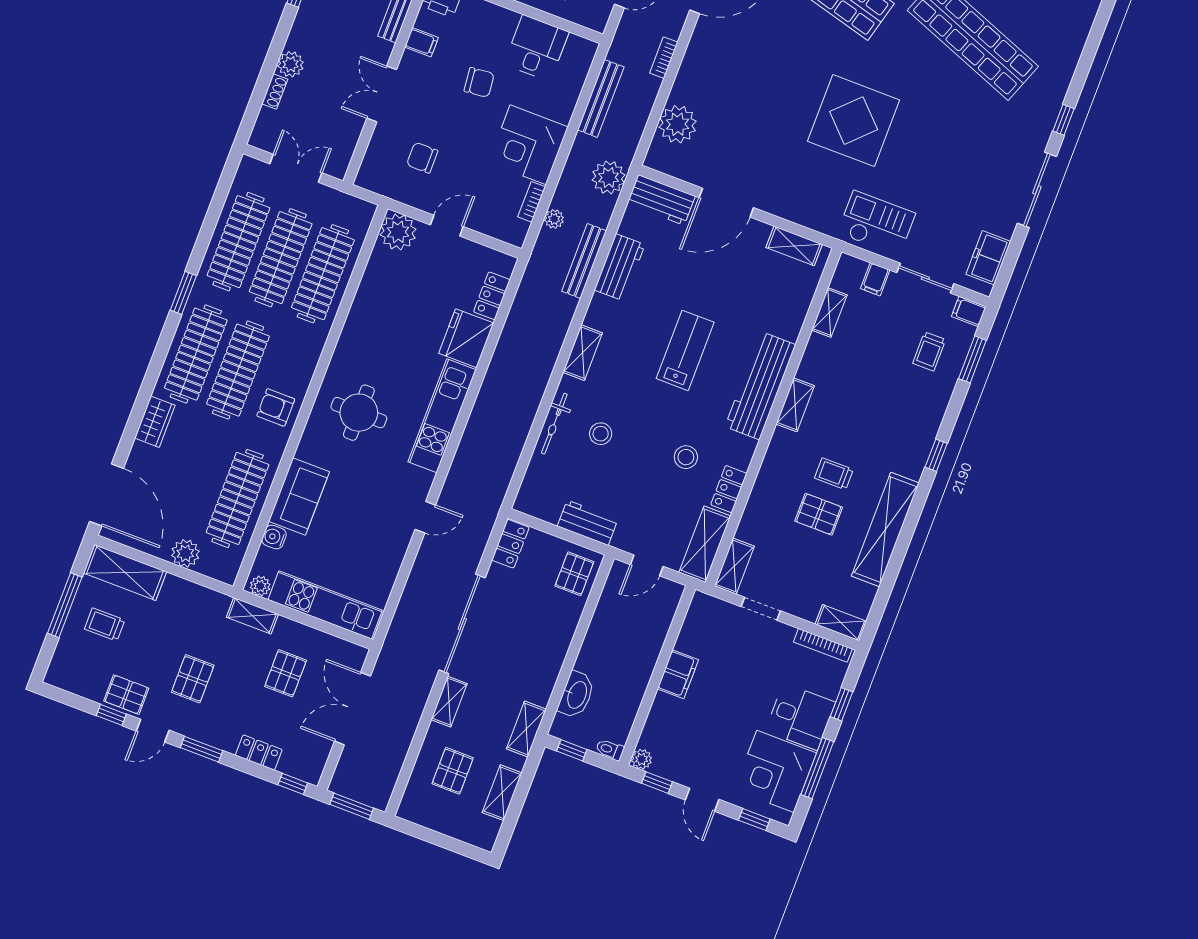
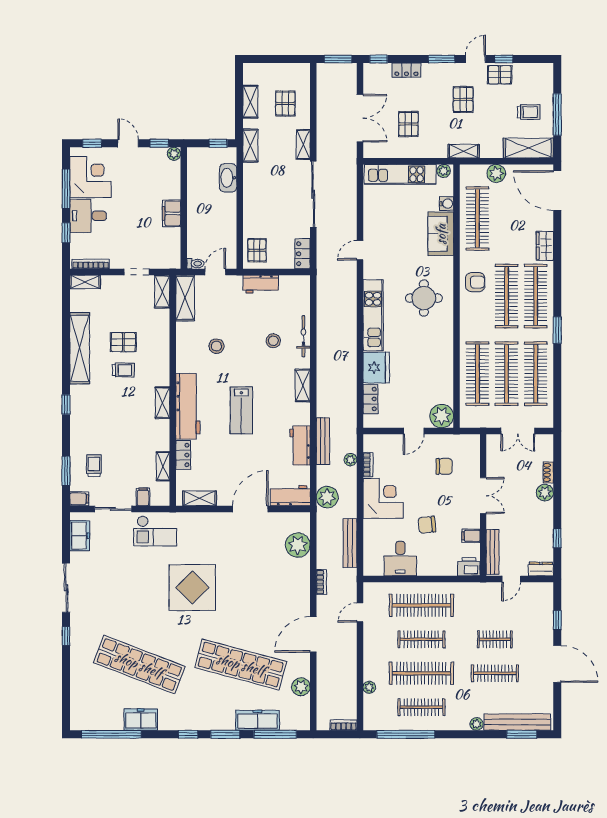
locker: (729, 489) -> (183, 455), moved
shelving: (252, 616) -> (464, 151), moved
toilet: (610, 750) -> (195, 264), moved

